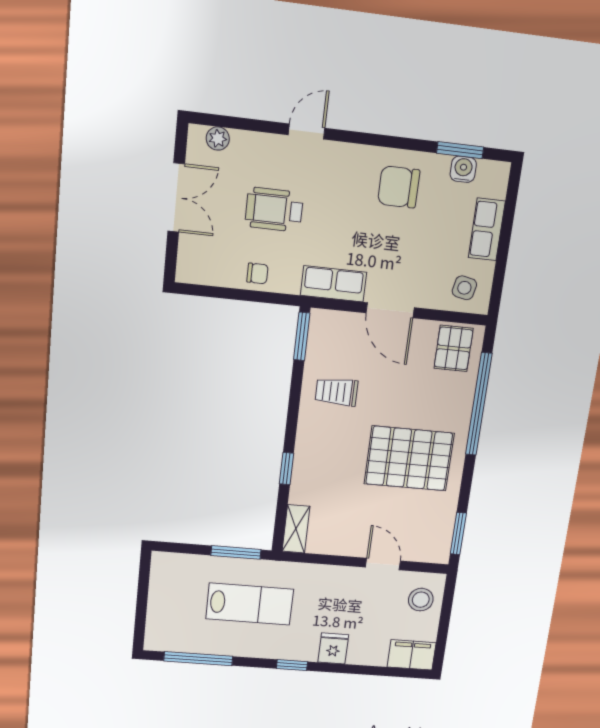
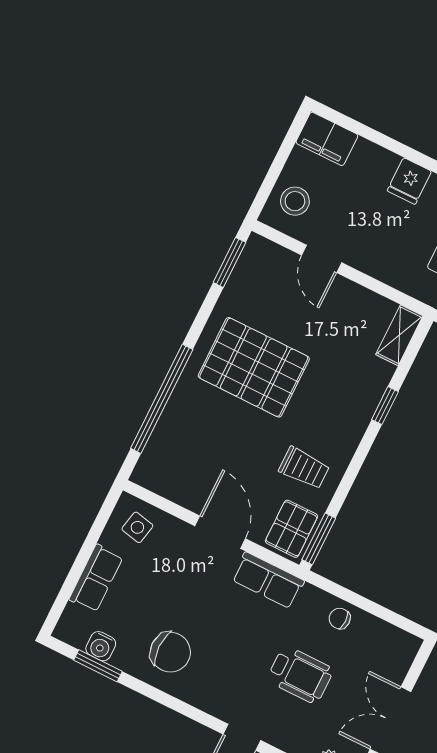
pallet: (454, 348) -> (291, 529), moved

